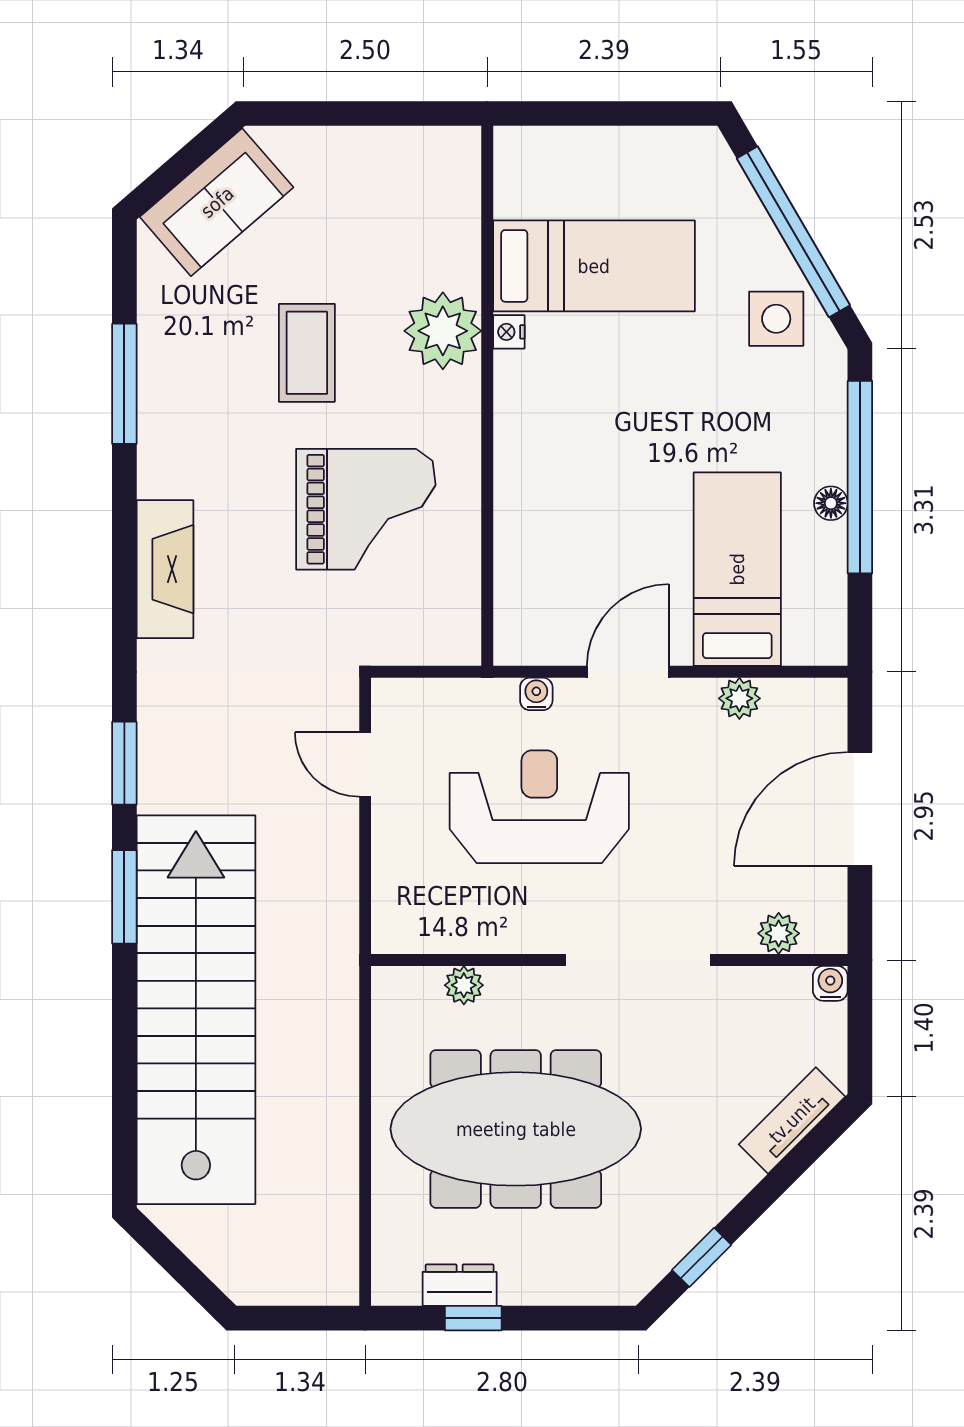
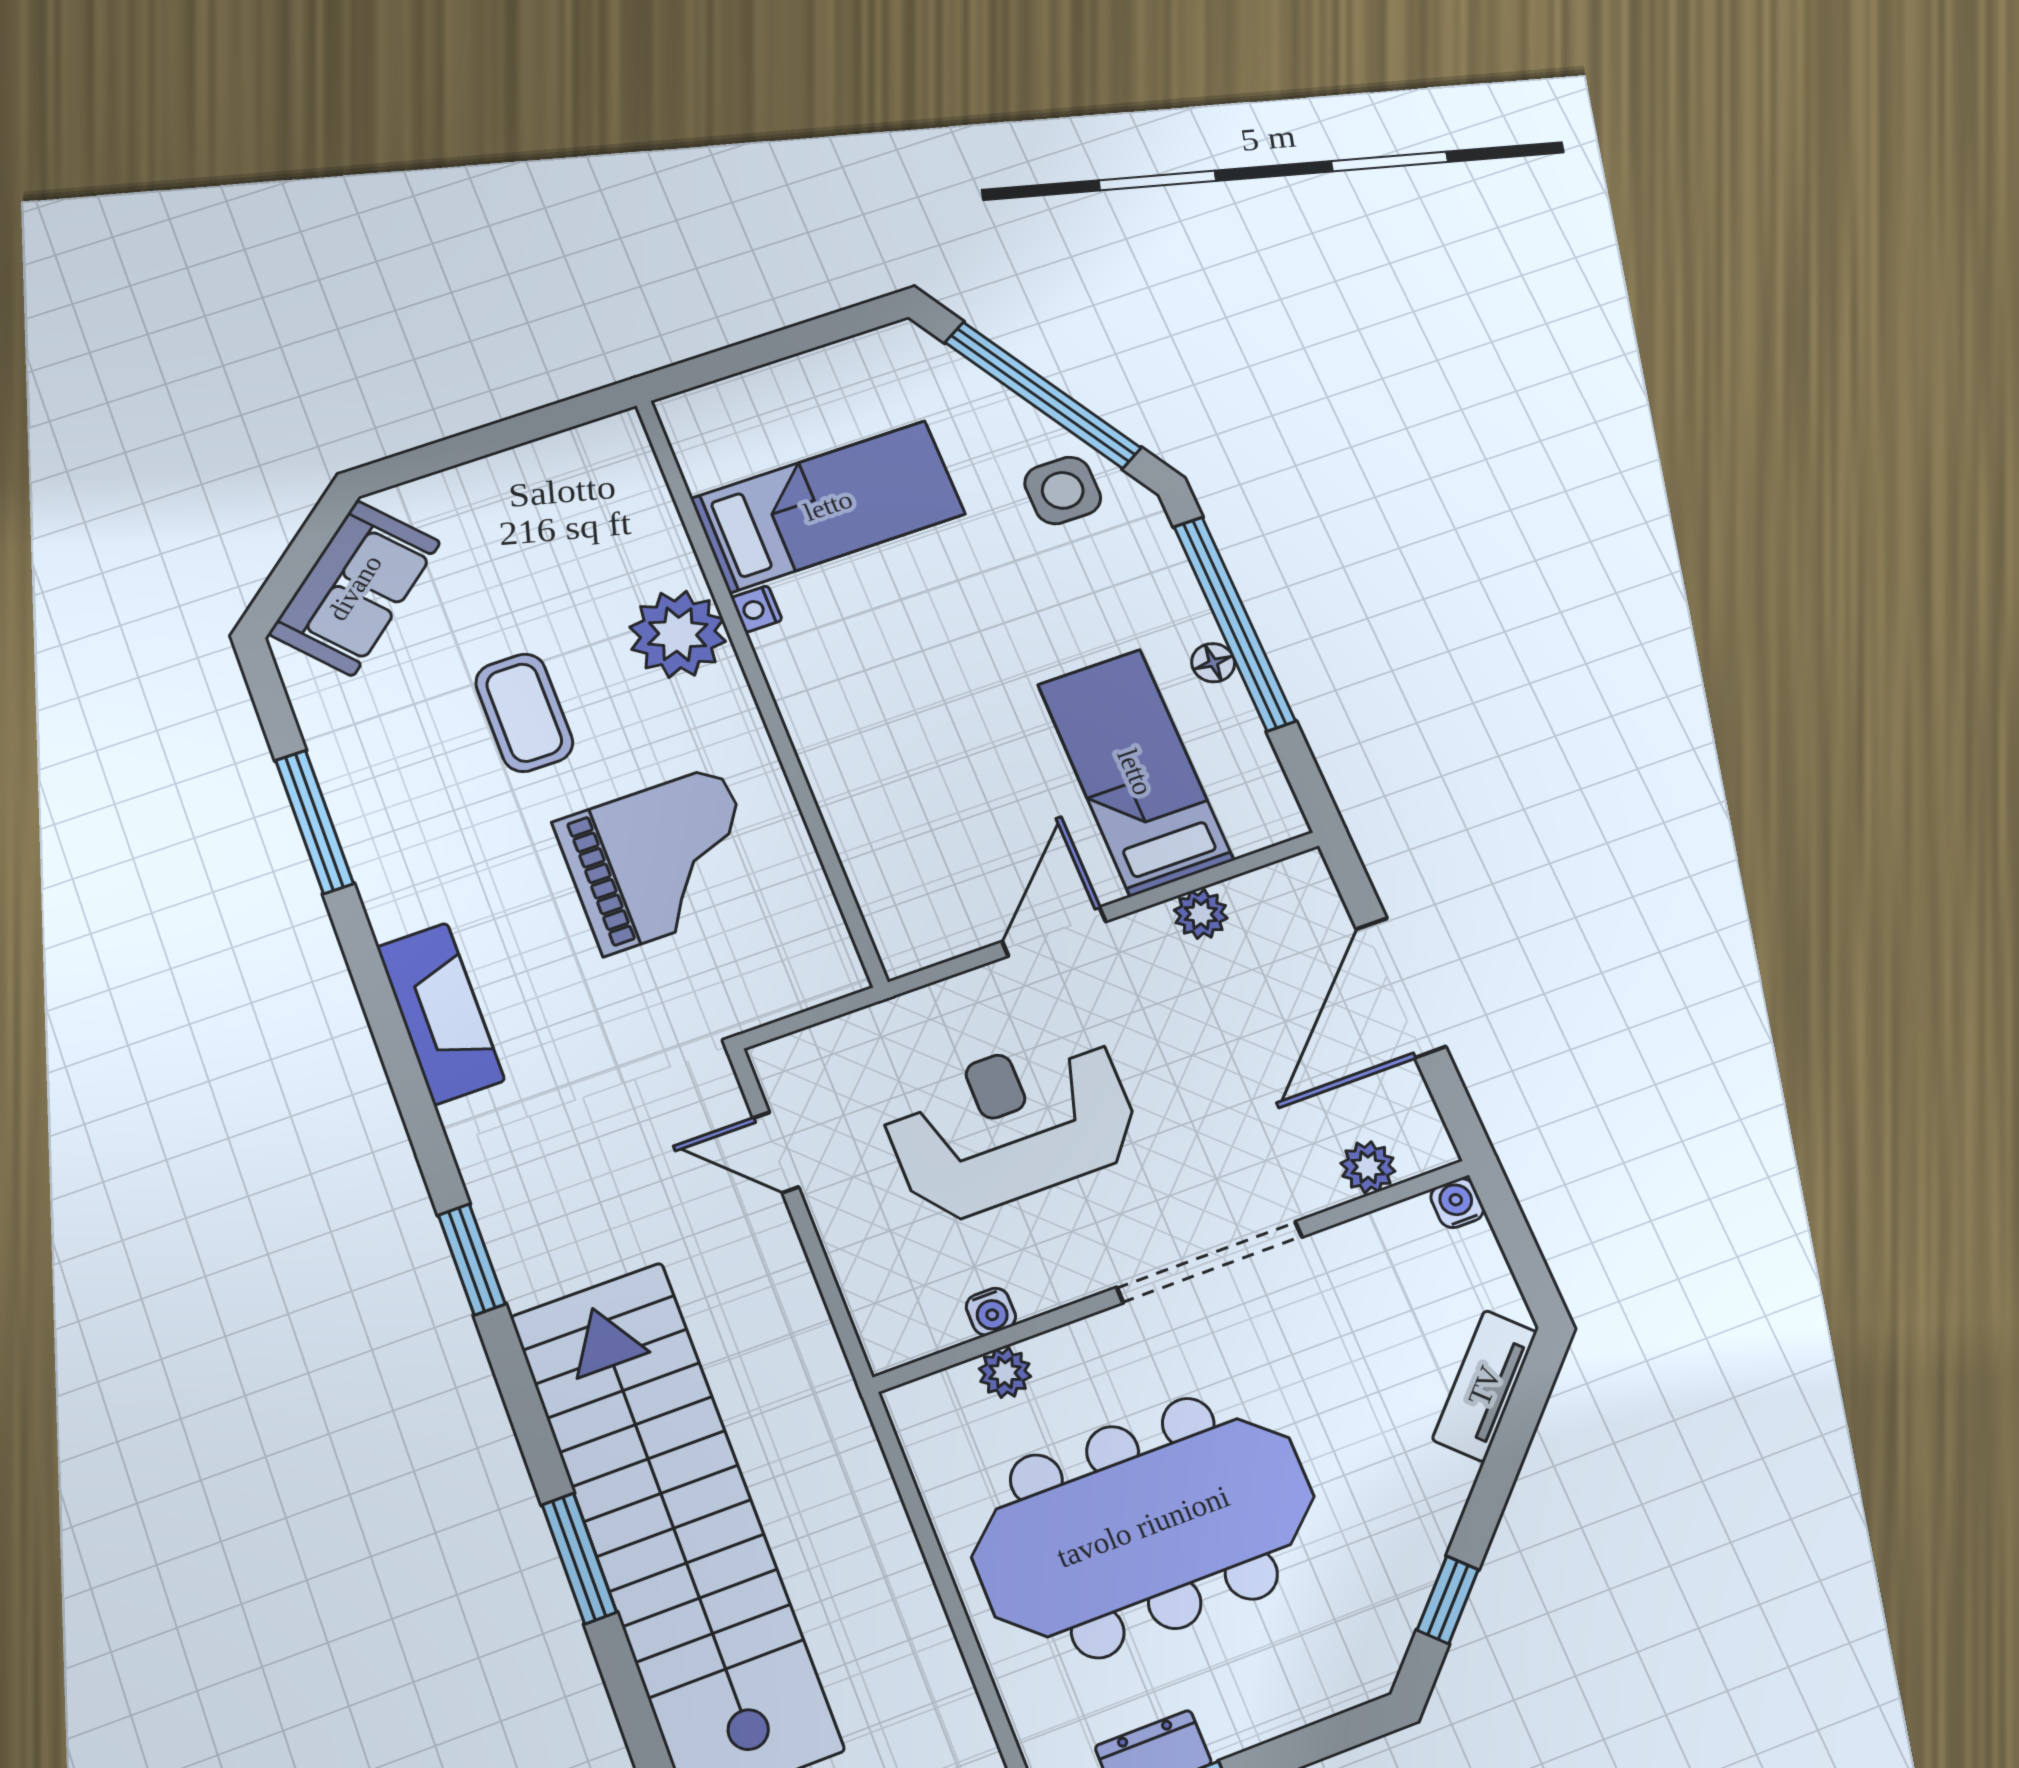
water cooler: (536, 694) -> (991, 1312), moved, turned 180
window: (124, 897) -> (579, 1558), moved

